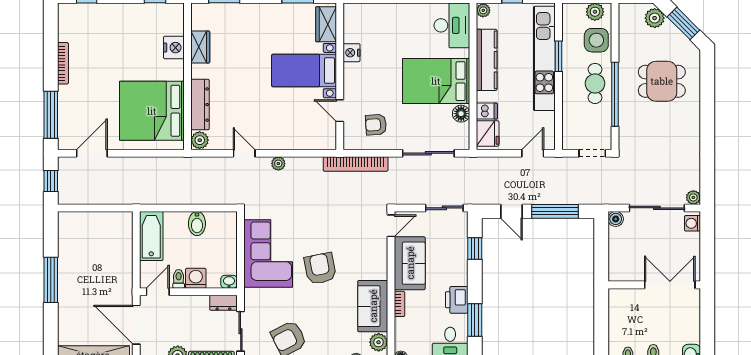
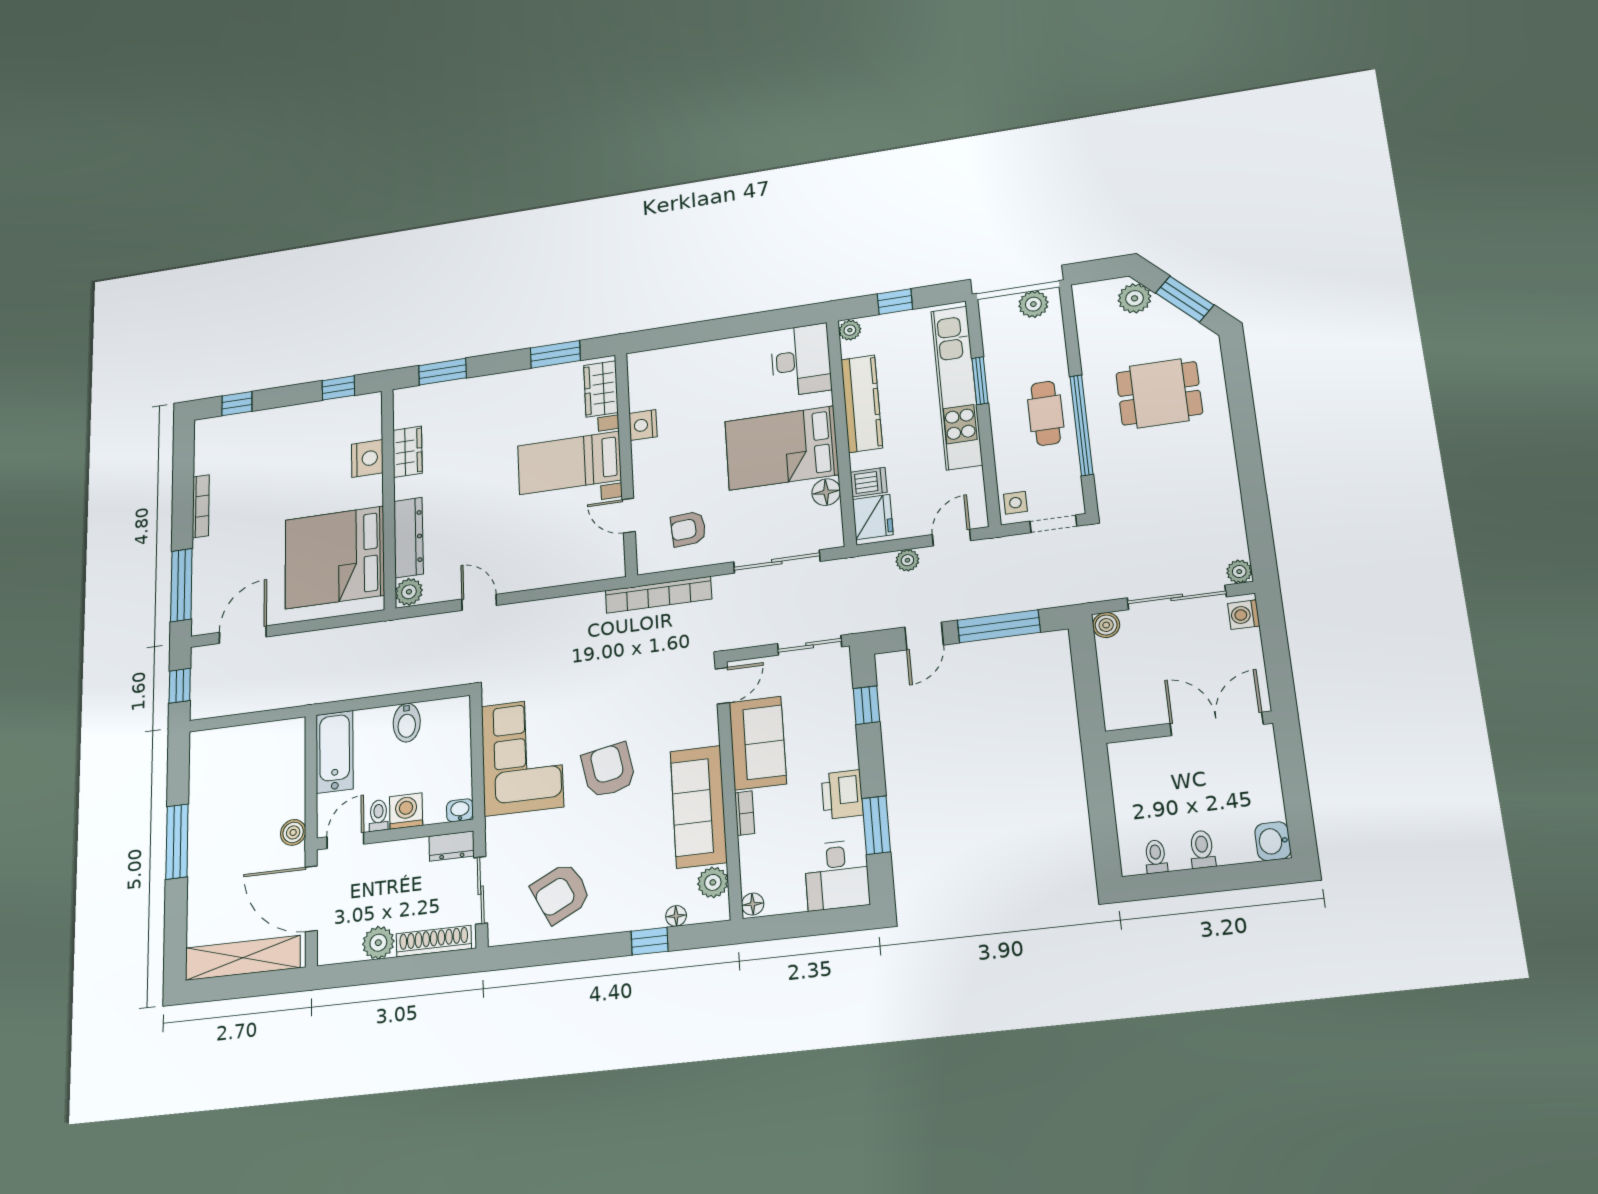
side table: (596, 40) -> (1015, 503), moved, width x0.54, depth x0.54
plant: (278, 164) -> (907, 560), moved
door: (512, 211) -> (924, 636), hinge flipped
boiler: (125, 283) -> (293, 832), added
sofa: (373, 306) -> (699, 807), width x1.36

